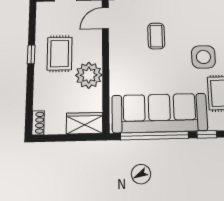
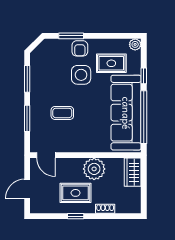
shoe rack: (38, 123) -> (105, 209), moved

